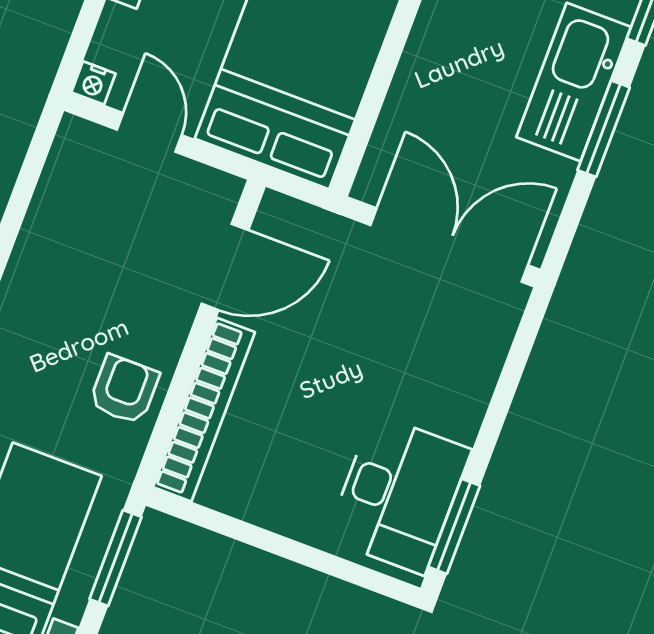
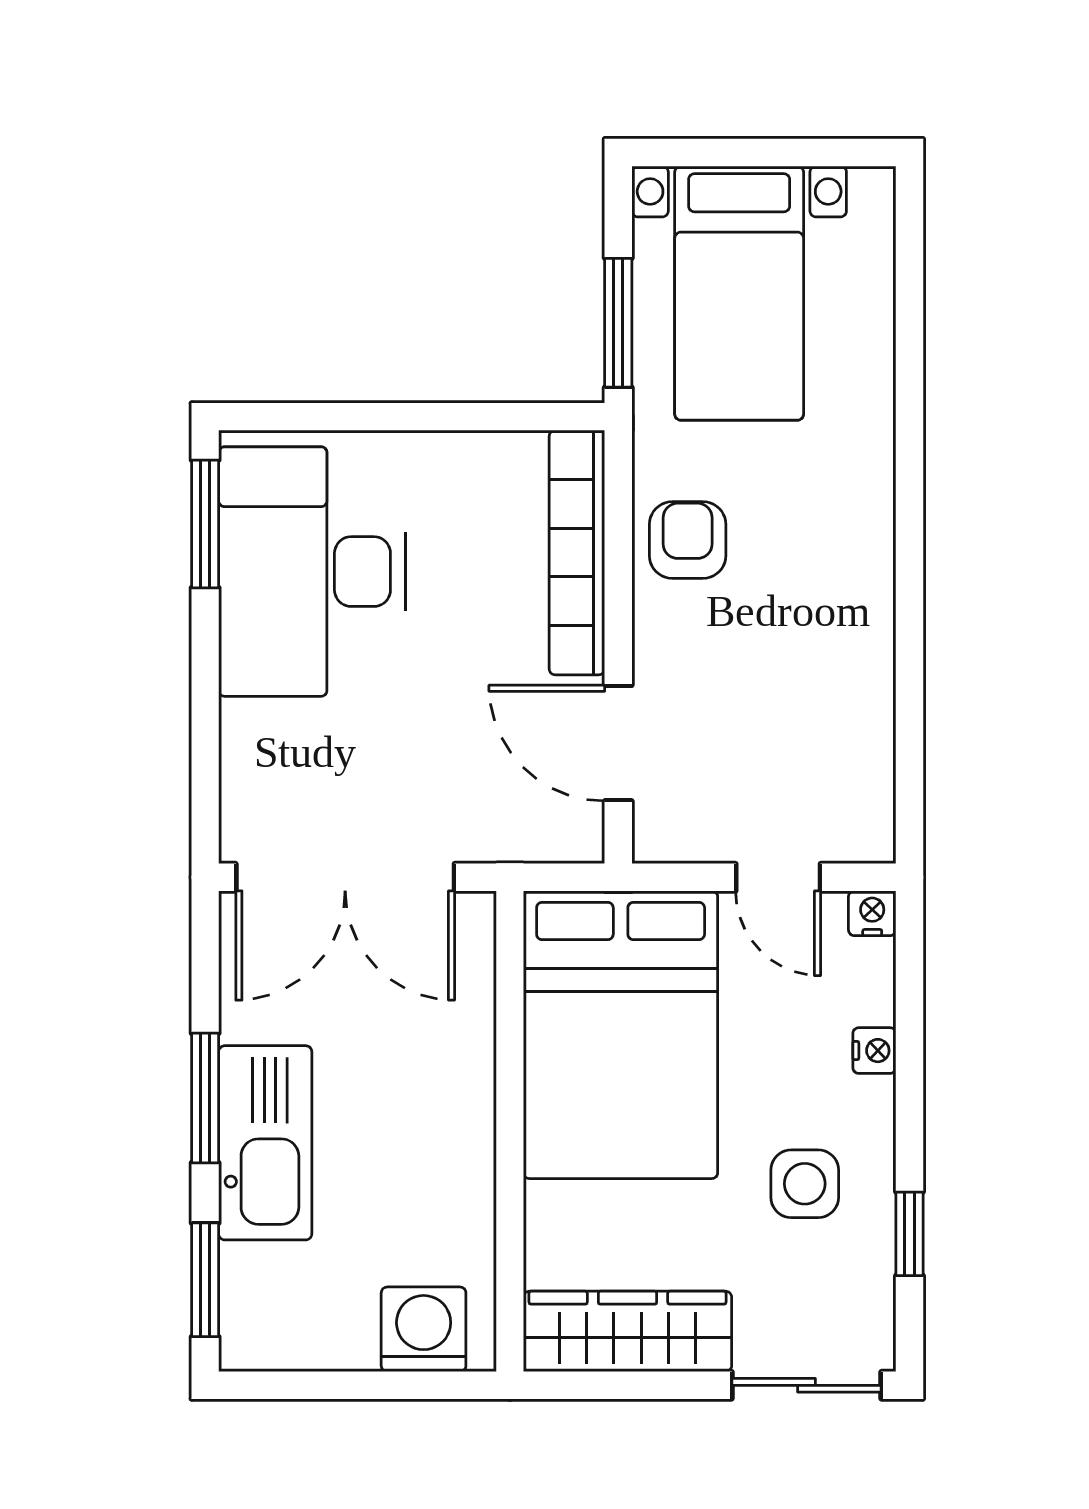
door: (225, 267) -> (618, 743), hinge flipped
armchair: (124, 390) -> (688, 540), turned 180
desk: (399, 494) -> (312, 572), width x1.36, depth x1.30

